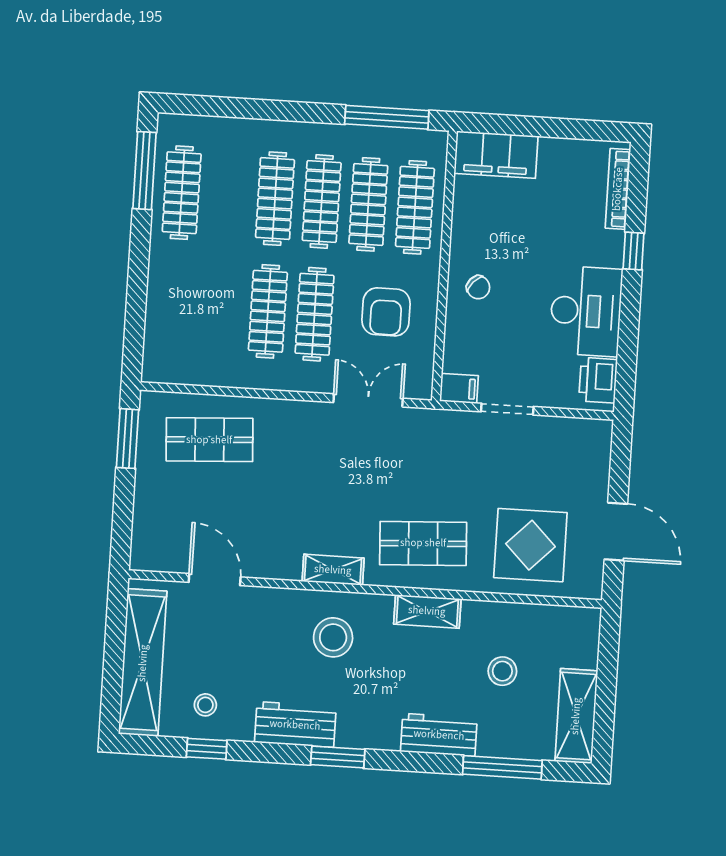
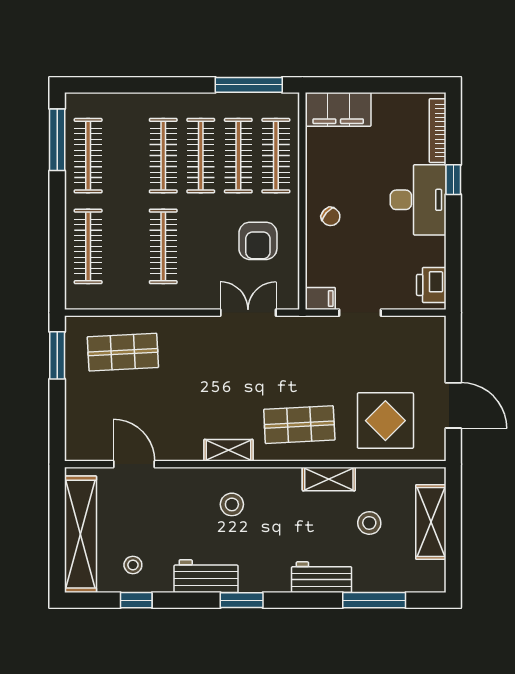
desk: (586, 311) -> (418, 200), moved
clothes rail: (315, 314) -> (88, 246), moved
shelving: (427, 611) -> (329, 479), moved
stool: (333, 637) -> (232, 504), width x0.73, depth x0.73
shelving: (576, 716) -> (431, 522), moved

